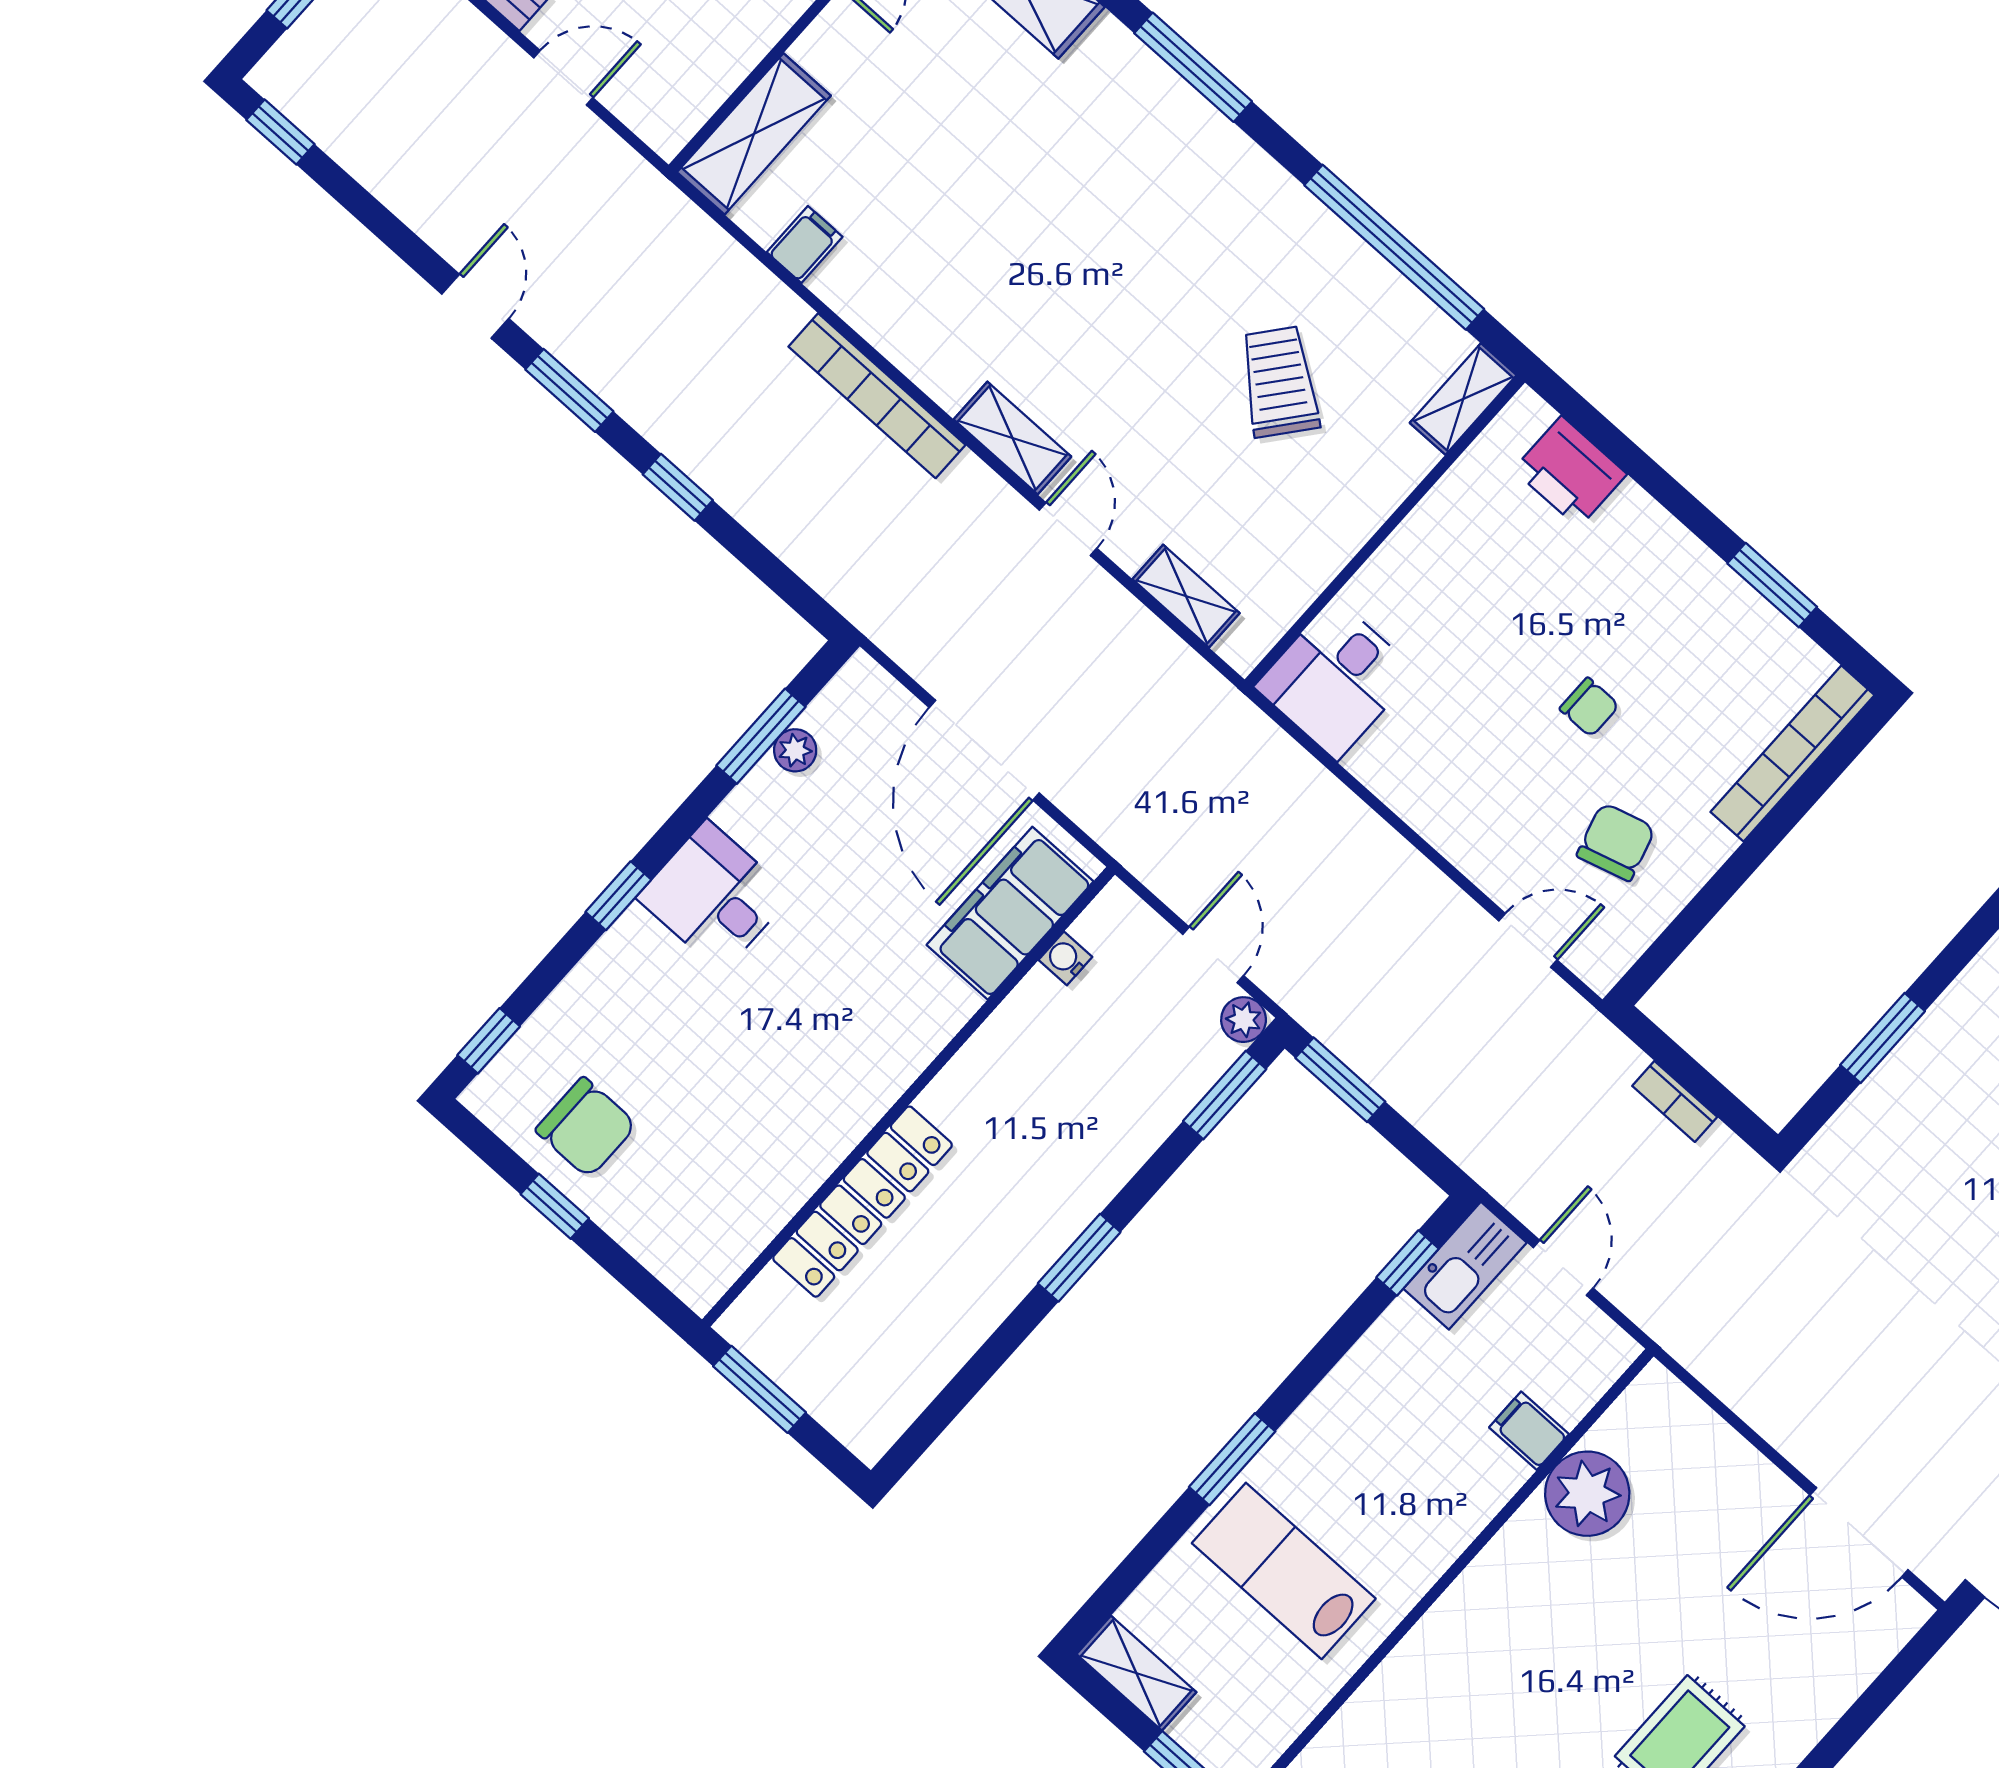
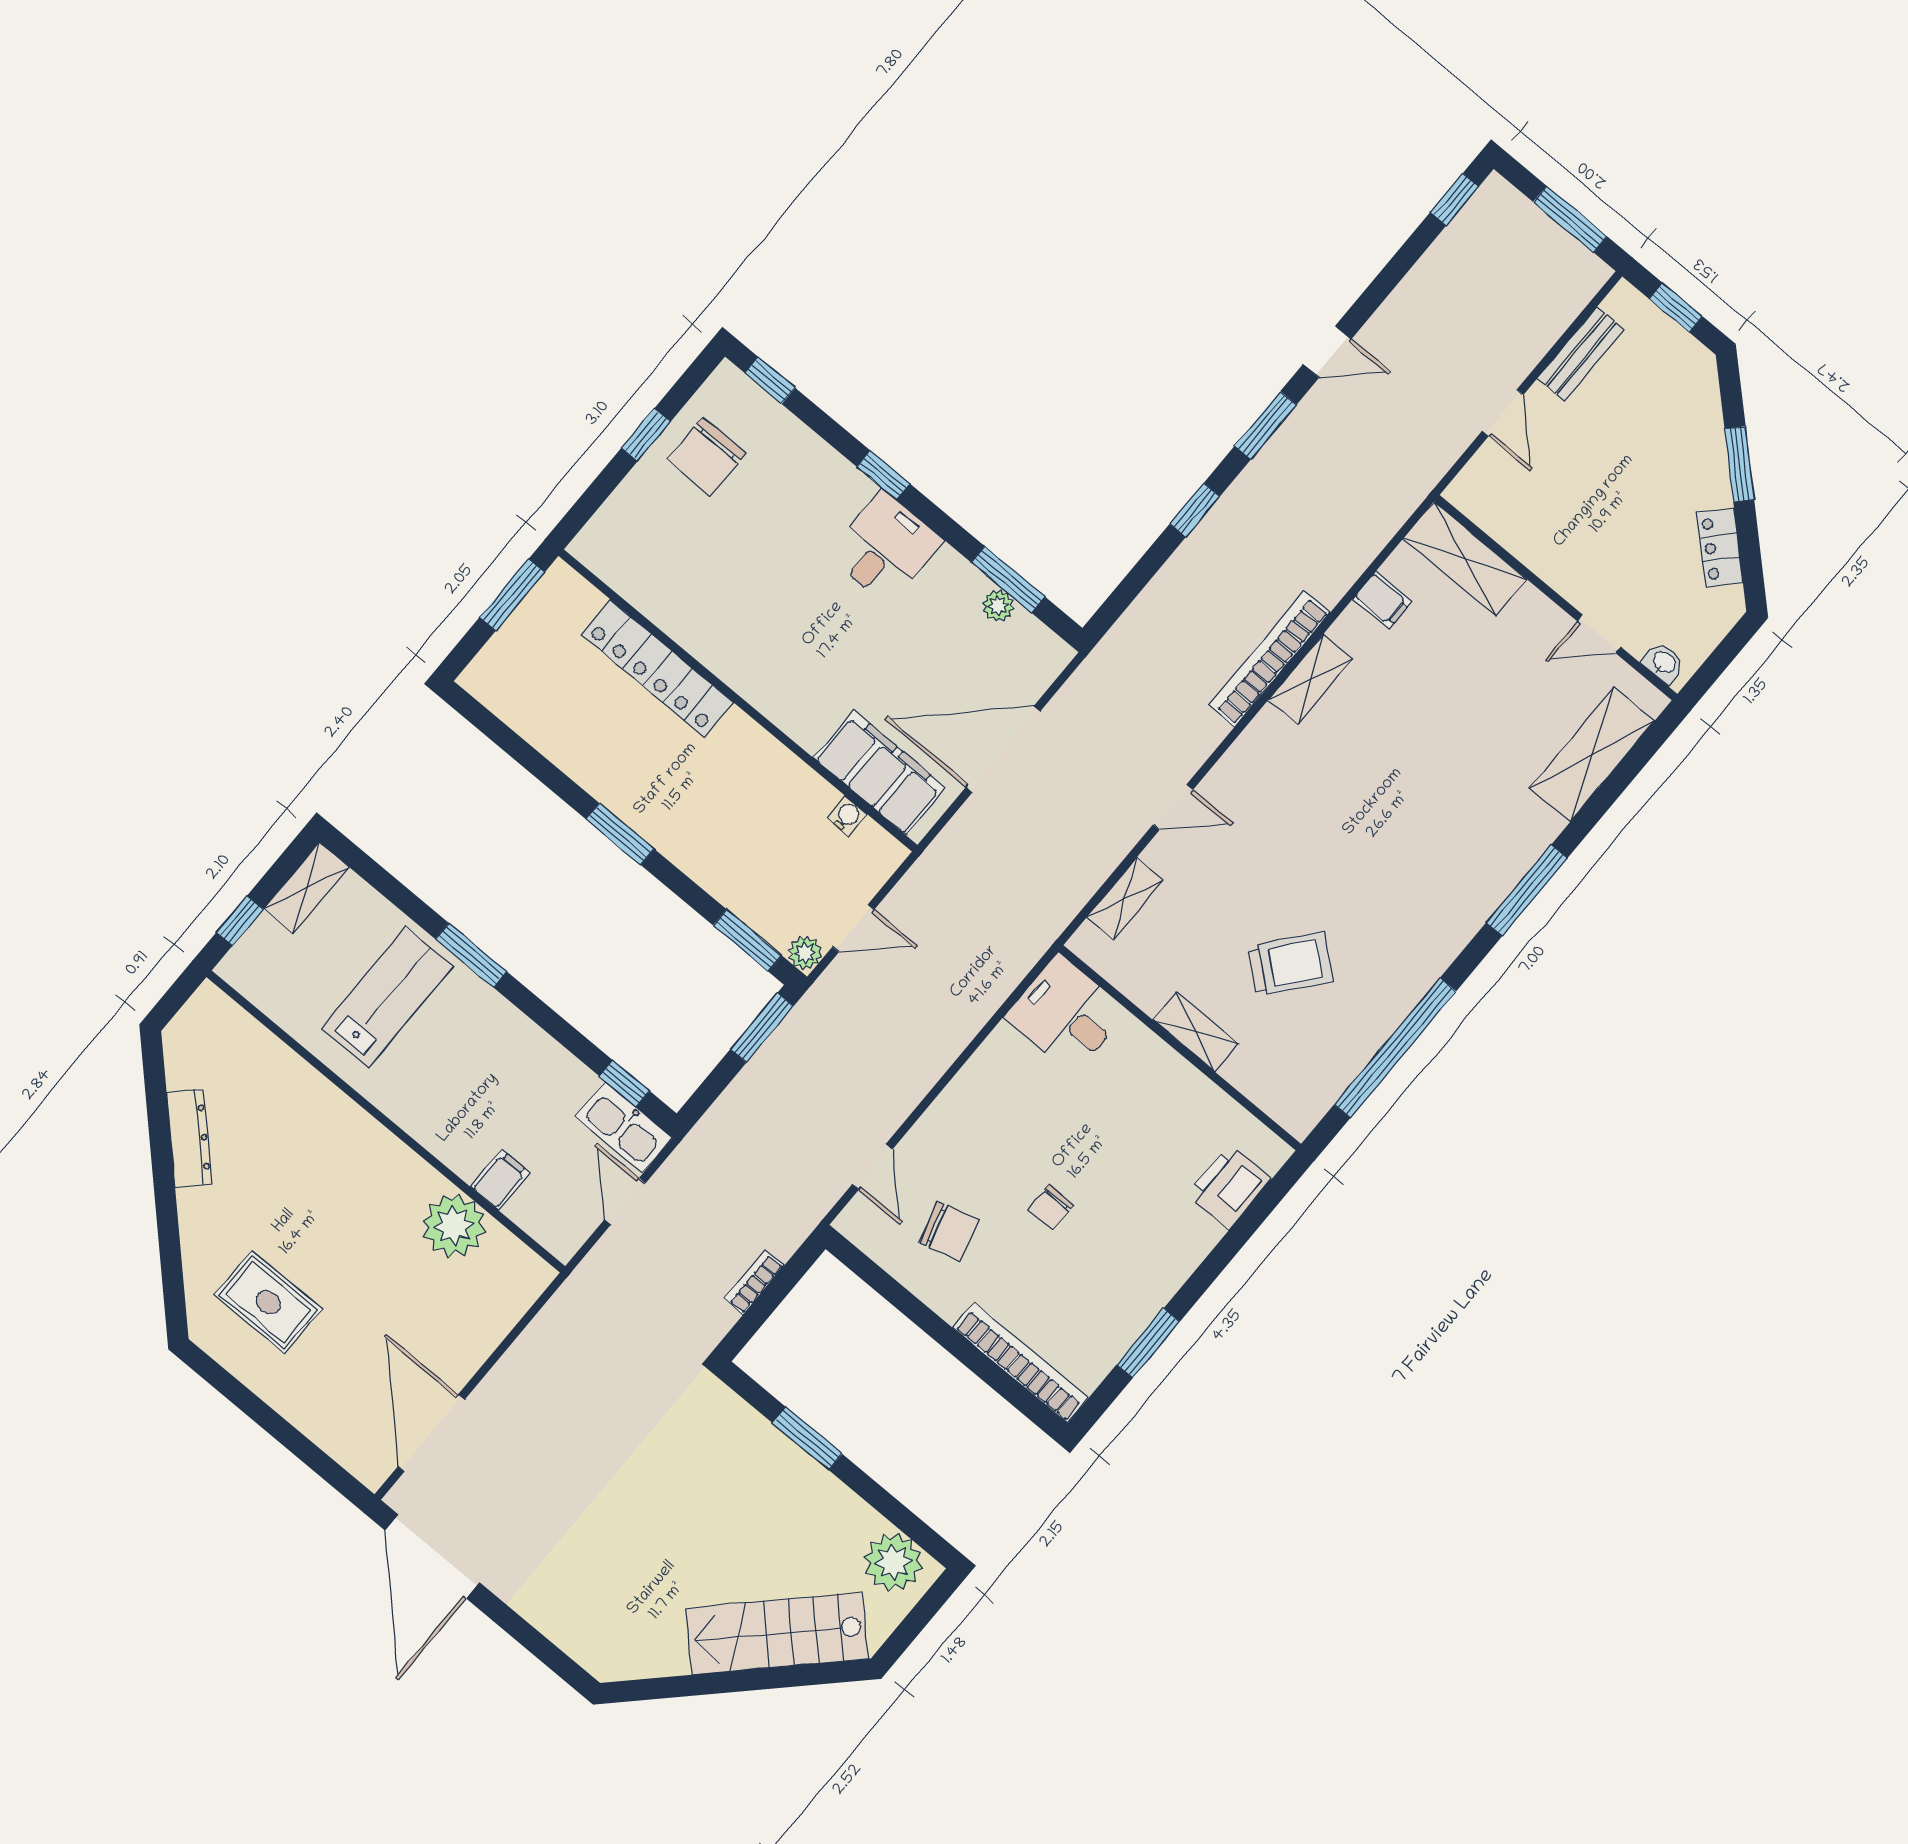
shelving: (1463, 399) -> (1195, 1032), moved
shelving: (1012, 438) -> (1311, 679), moved
door: (1563, 1268) -> (625, 1202), swing flipped

